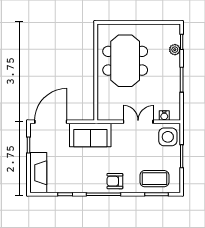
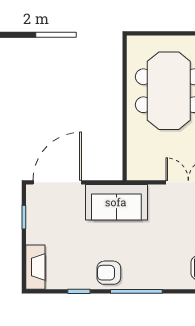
fireplace: (38, 173) -> (35, 267), width x0.73, depth x0.76
armchair: (115, 181) -> (109, 273), moved

